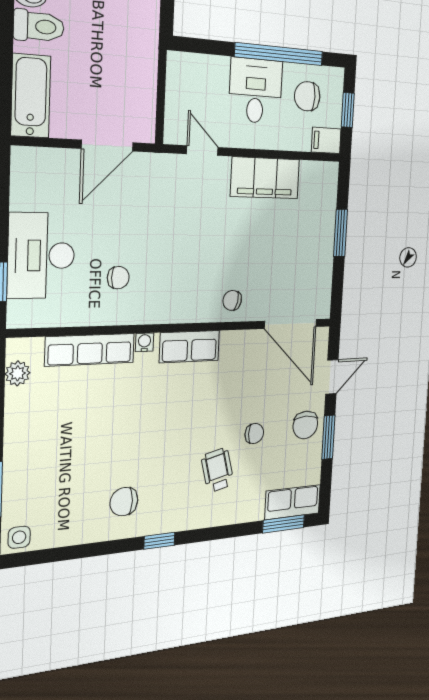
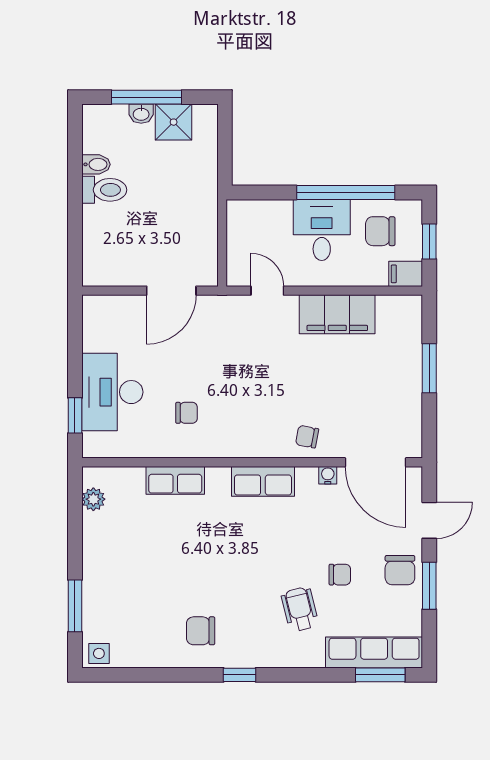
bathtub: (31, 96) -> (99, 251), removed
water cooler: (144, 342) -> (328, 475), moved
row of seats: (90, 350) -> (175, 480), width x0.68
row of seats: (293, 502) -> (374, 652), width x1.48

